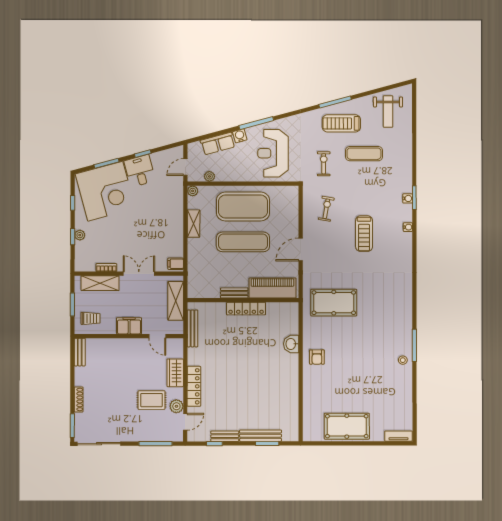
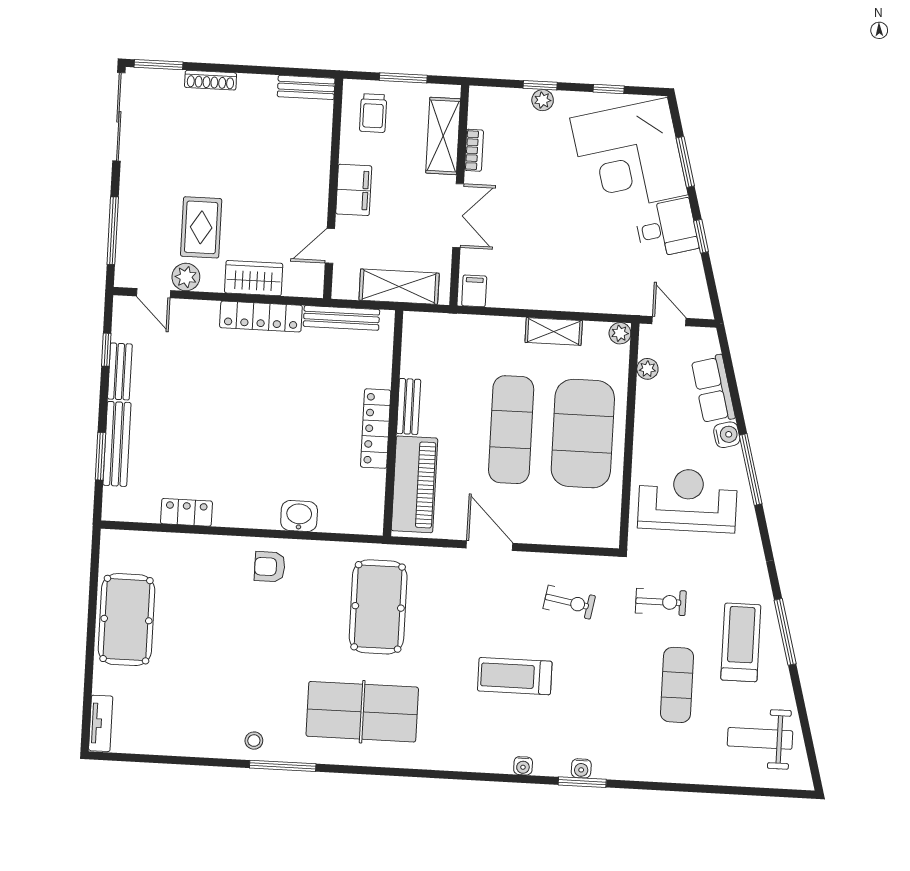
table tennis table: (386, 308) -> (362, 712), added
locker: (194, 386) -> (261, 316), moved
locker: (292, 400) -> (186, 512), added

